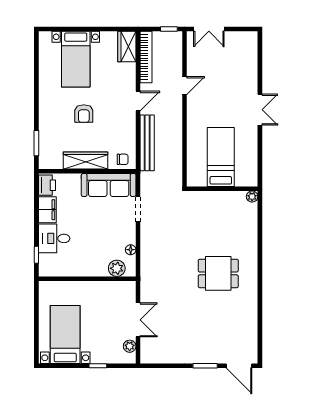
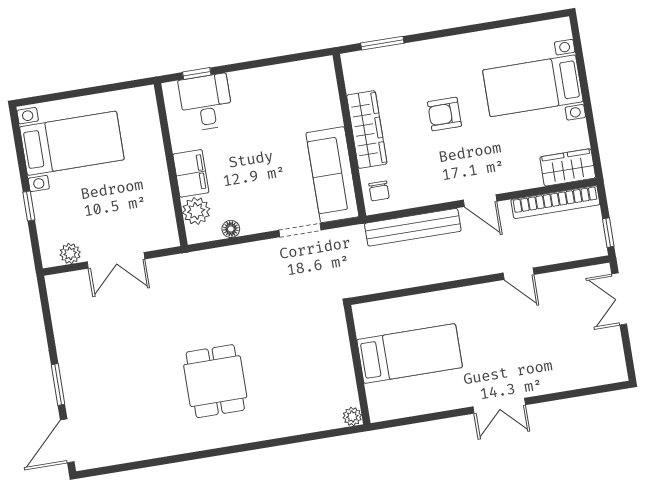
printer: (47, 185) -> (315, 72), removed
filing cabinet: (47, 210) -> (191, 173), moved, turned -90
desk: (54, 238) -> (206, 102), moved

